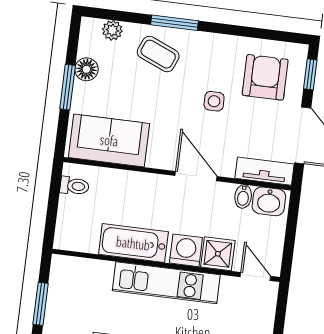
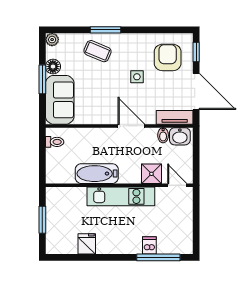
plant: (112, 30) -> (52, 40), moved
sofa: (109, 140) -> (60, 100), moved, turned 90
washing machine: (186, 250) -> (131, 174), removed

